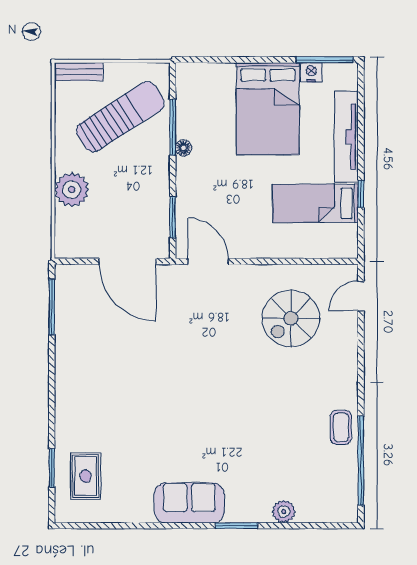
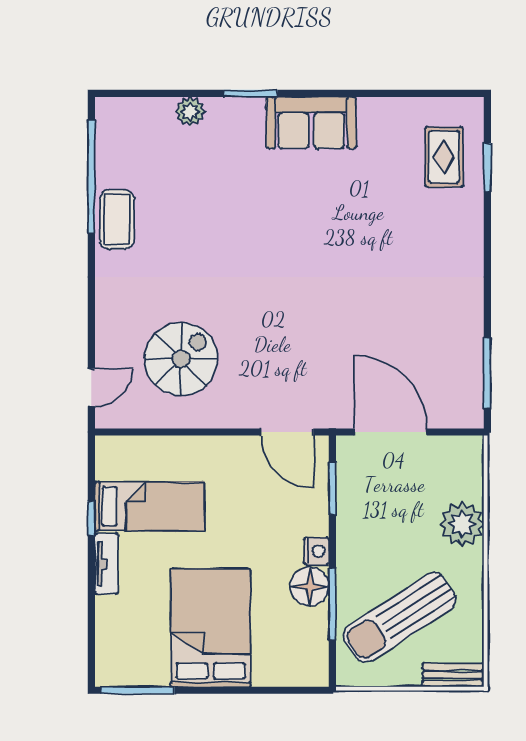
nightstand: (311, 72) -> (316, 551), moved, turned -90
tv unit: (346, 137) -> (106, 564), width x0.52, depth x0.78
floor lamp: (183, 148) -> (310, 587), width x1.89, depth x1.89
coffee table: (341, 427) -> (117, 219), width x1.36, depth x1.30

